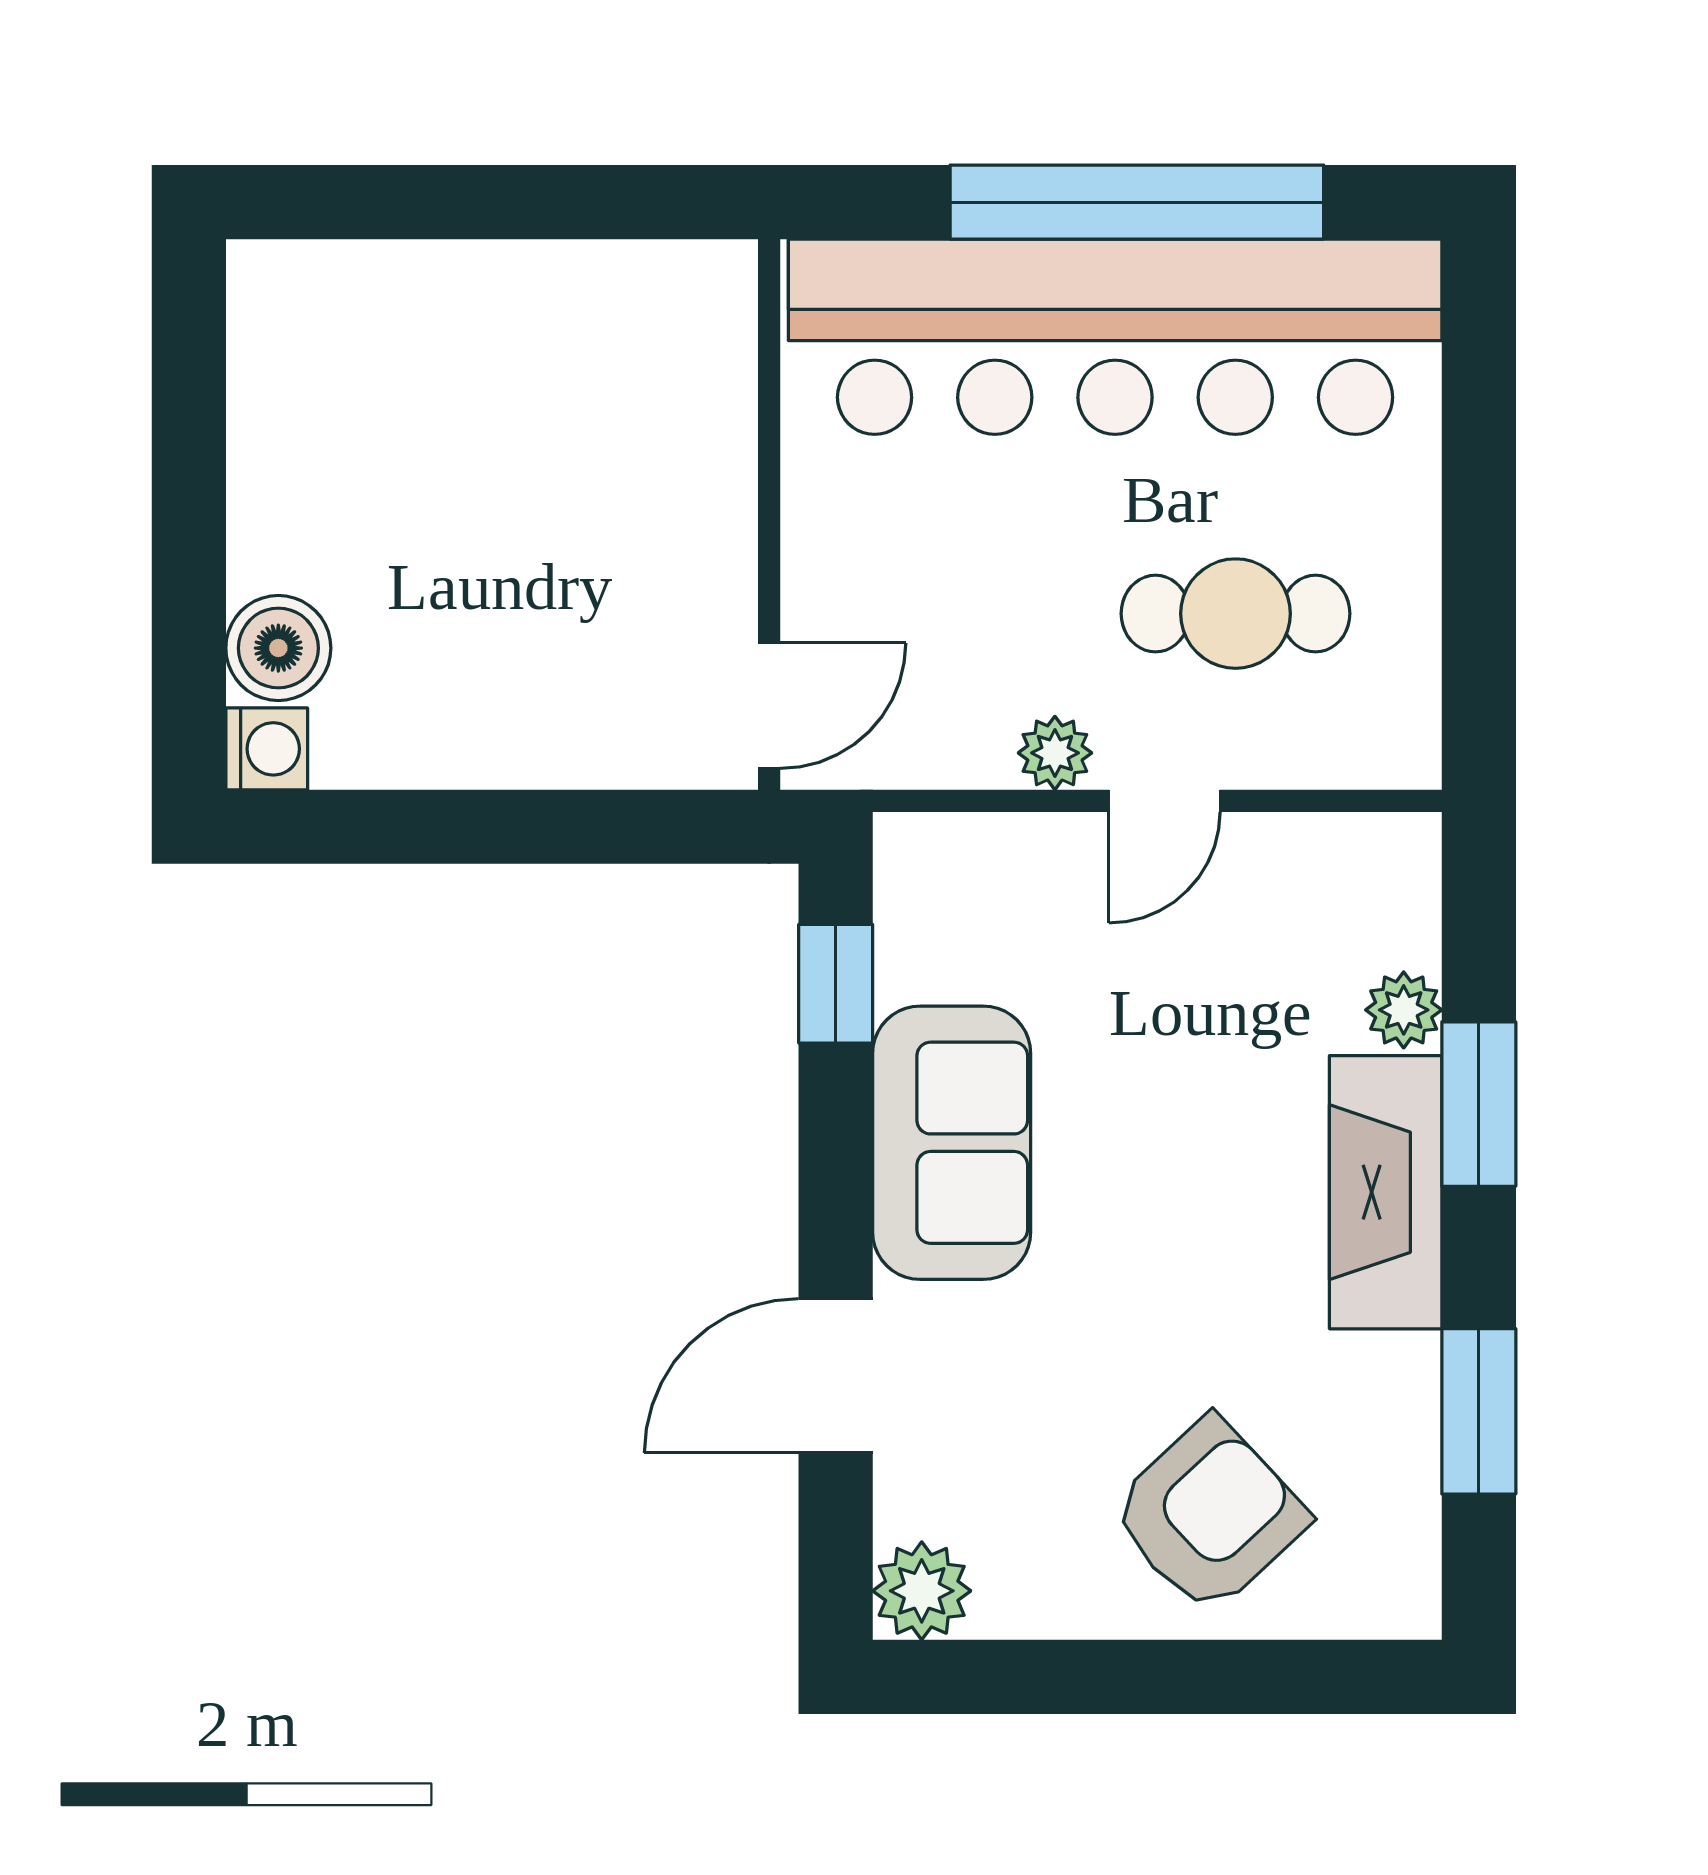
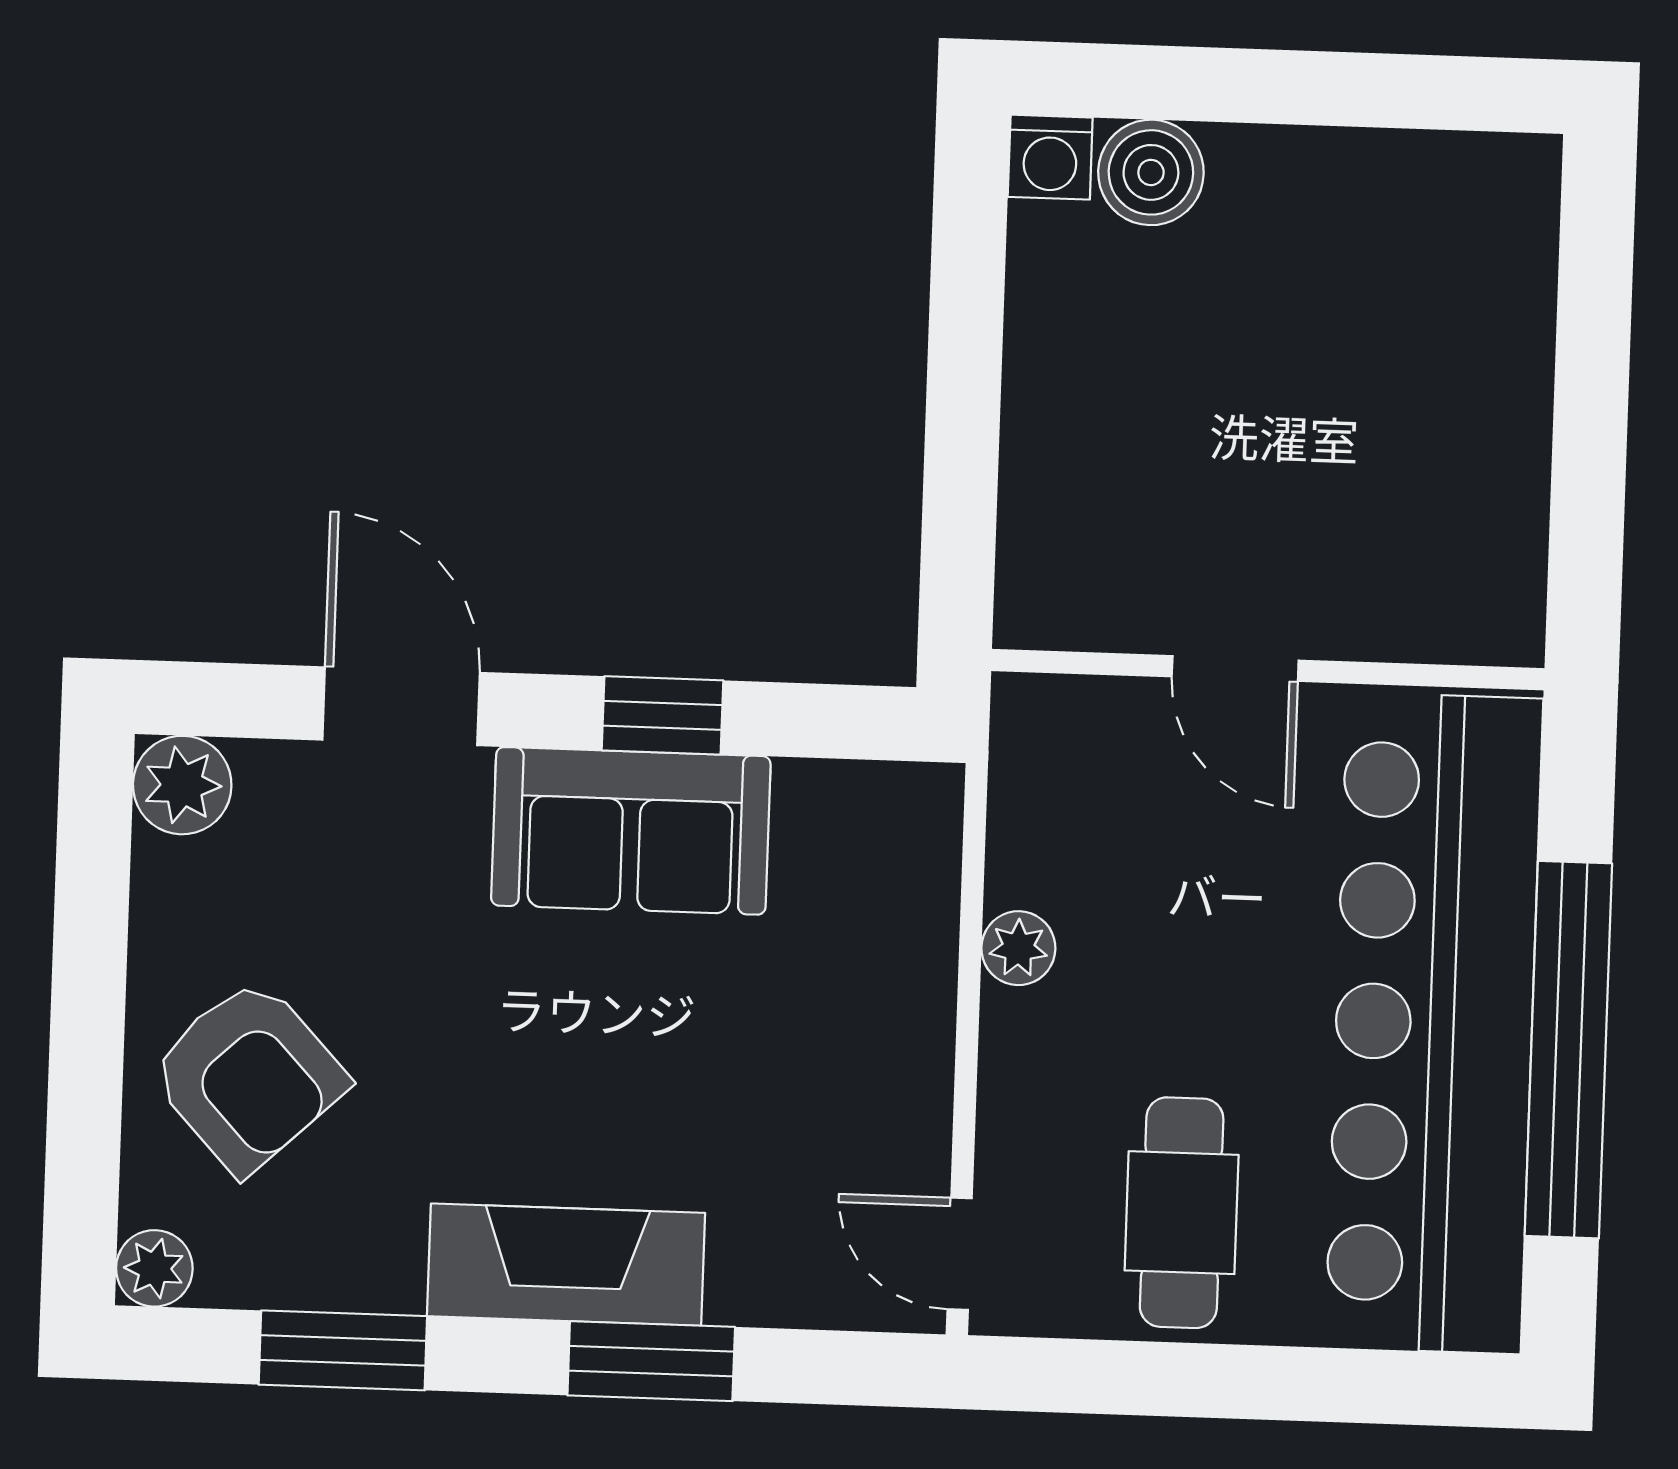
cafe table: (1236, 614) -> (1182, 1213), moved
door: (769, 706) -> (1235, 669), moved
door: (1165, 801) -> (960, 1254), moved
window: (836, 984) -> (662, 715), moved
plant: (1404, 1010) -> (154, 1268), moved

